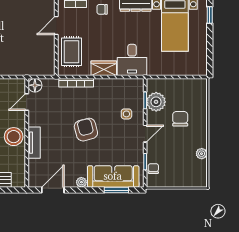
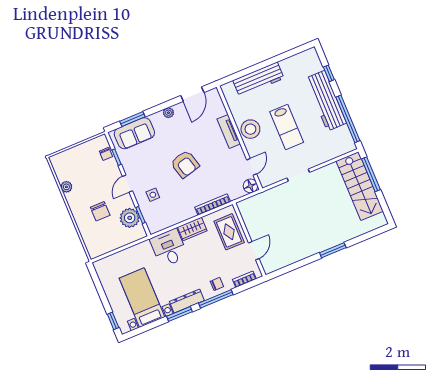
sofa: (113, 176) -> (134, 133), width x0.73

